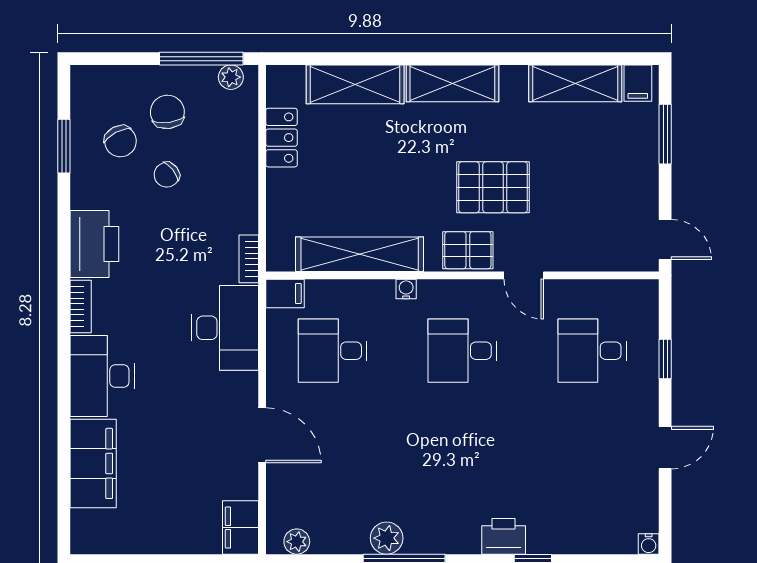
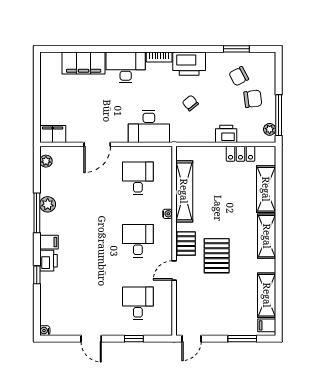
printer: (240, 167) -> (226, 134), added
chair: (167, 175) -> (190, 103), moved
bookcase: (249, 259) -> (182, 138), removed
filing cabinet: (285, 294) -> (49, 242), moved, turned -90

